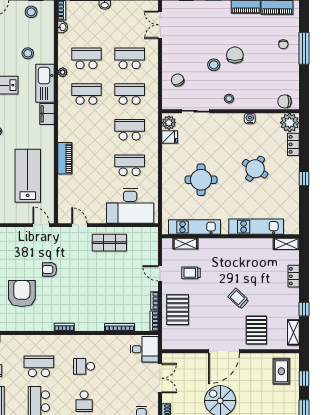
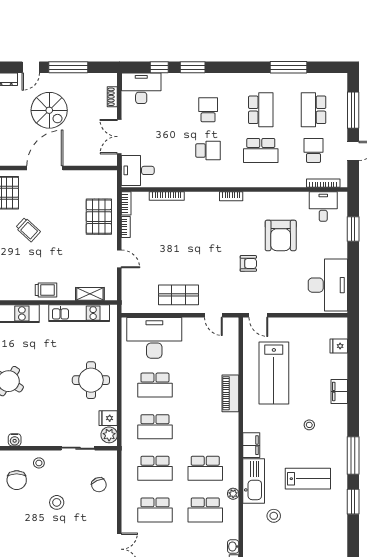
chair: (235, 55) -> (17, 480), moved
round table: (201, 180) -> (91, 380), moved
trolley: (191, 273) -> (46, 290), moved

